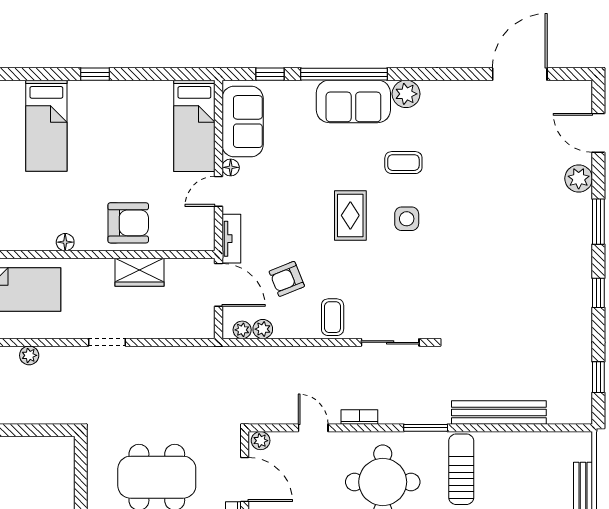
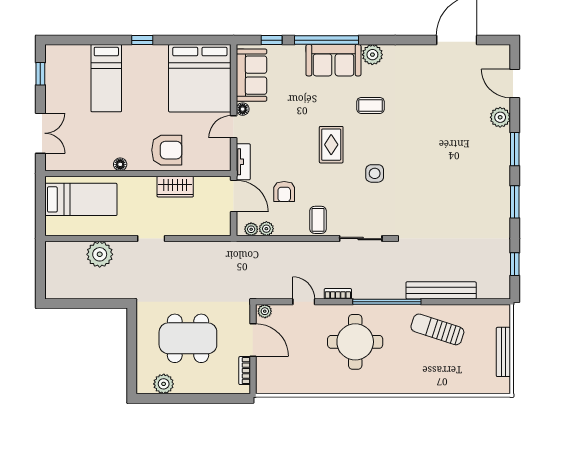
bed: (194, 126) -> (200, 78), width x2.04
side table: (407, 219) -> (375, 173), moved
armchair: (287, 279) -> (284, 192), turned -68
window: (598, 293) -> (515, 202), width x1.50
plant: (29, 355) -> (100, 254), width x1.87, depth x1.87
window: (426, 428) -> (387, 302), width x2.11
sun lounger: (461, 469) -> (437, 329), moved, turned -72

